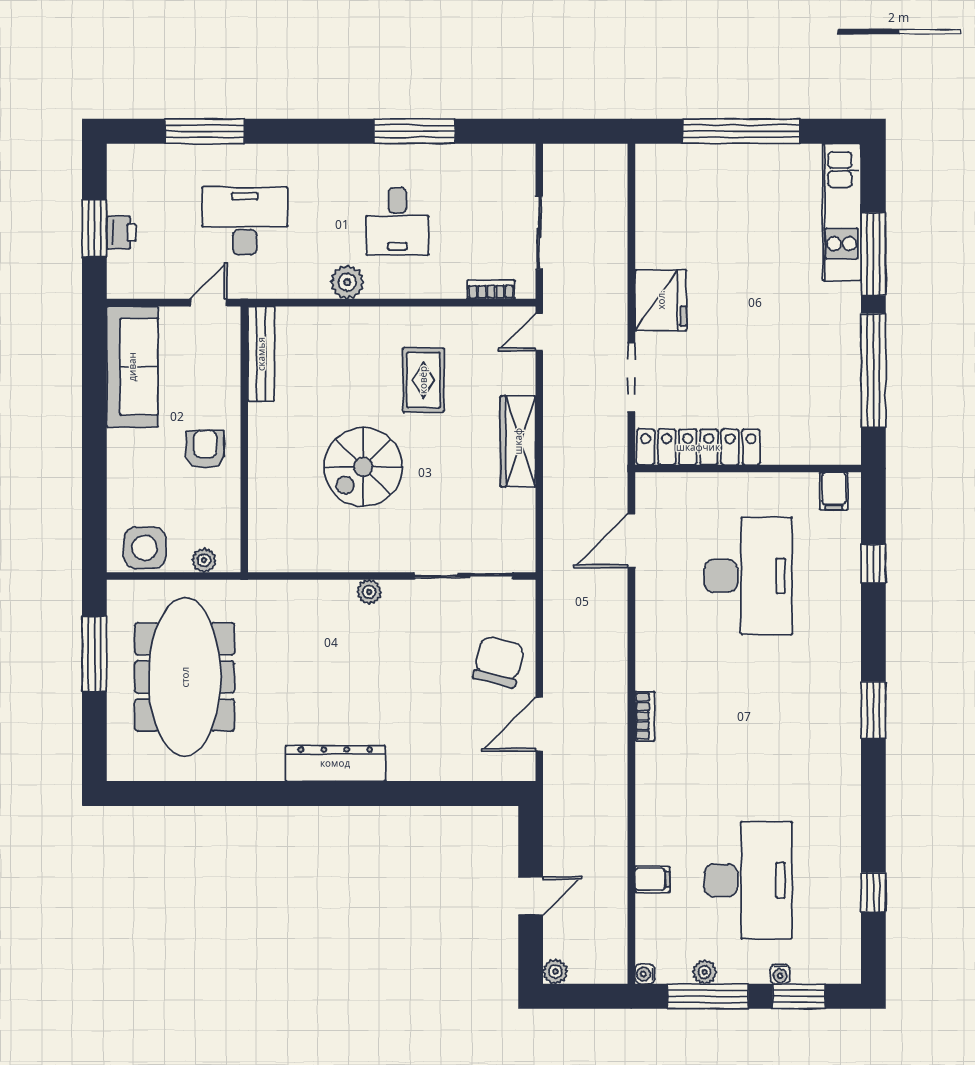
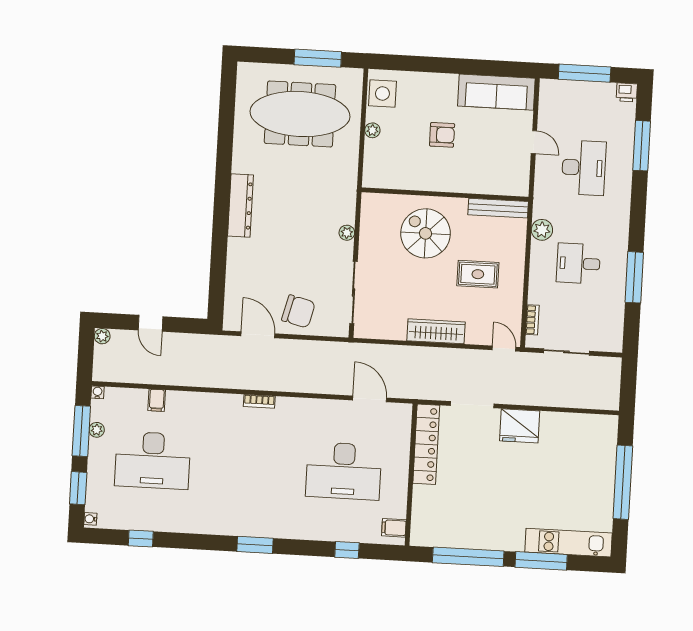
window: (94, 228) -> (585, 73), width x1.44
printer: (121, 232) -> (627, 92), moved
bench: (261, 354) -> (498, 208), moved
wall: (244, 439) -> (445, 194), moved
water cooler: (780, 974) -> (90, 519), moved

